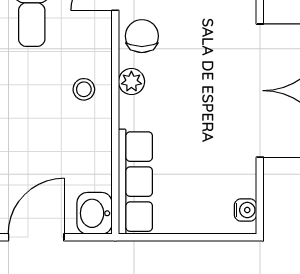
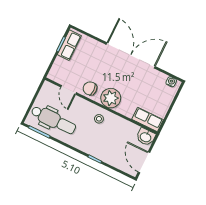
plant: (131, 82) -> (111, 98), width x1.87, depth x1.87
row of seats: (135, 182) -> (148, 120), width x0.68

